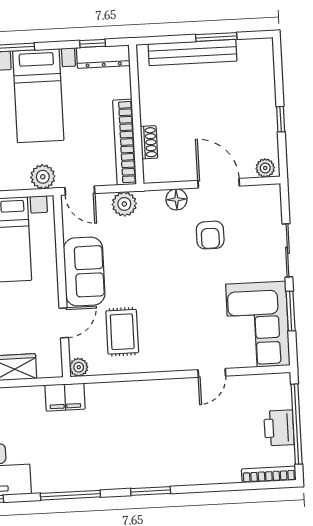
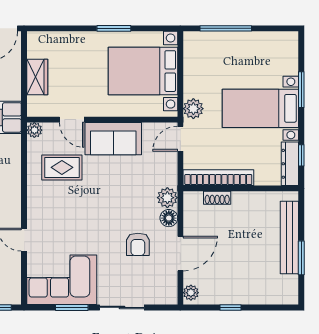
plant: (124, 204) -> (167, 198), moved
armchair: (210, 235) -> (138, 244), turned -90

